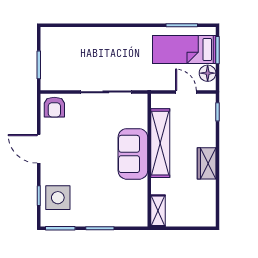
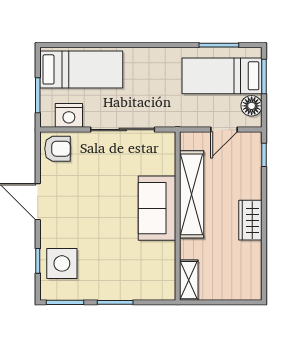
bed: (73, 44) -> (81, 69), added
nightstand: (63, 81) -> (69, 115), added
door: (186, 92) -> (224, 130), swing flipped
armchair: (54, 107) -> (57, 149), turned -90

